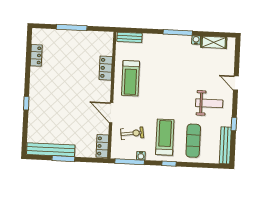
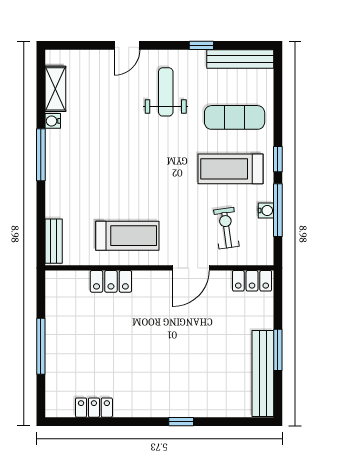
window: (130, 162) -> (278, 210), moved

